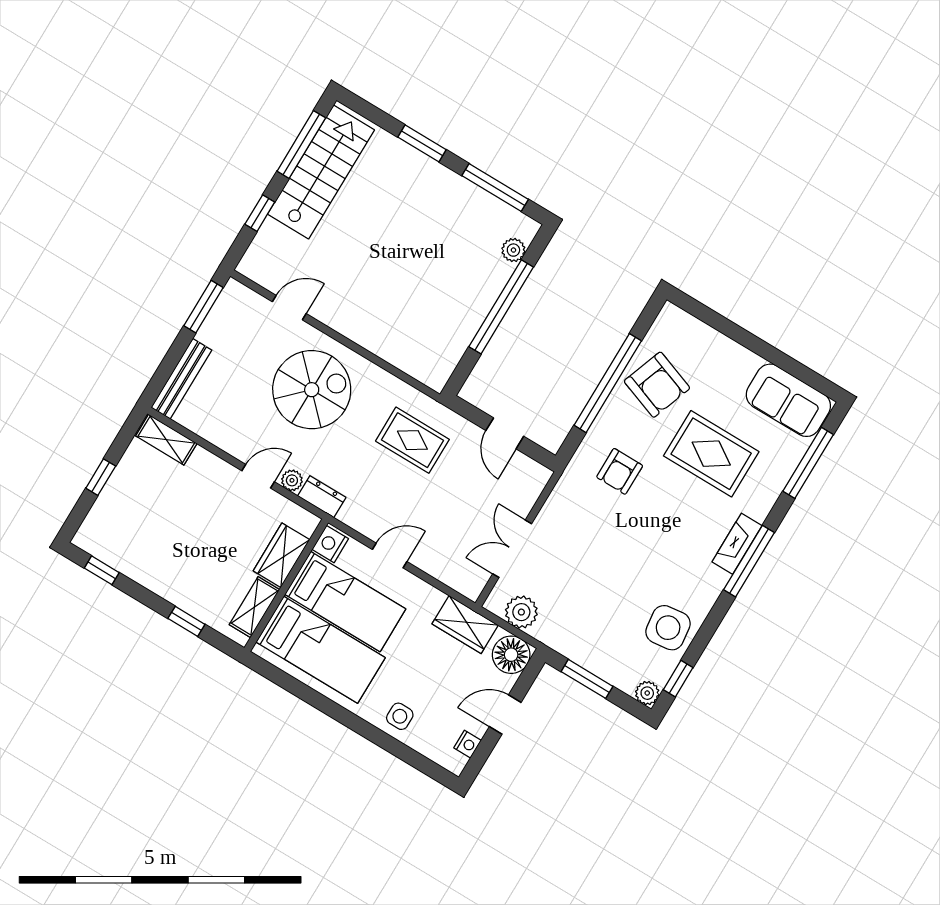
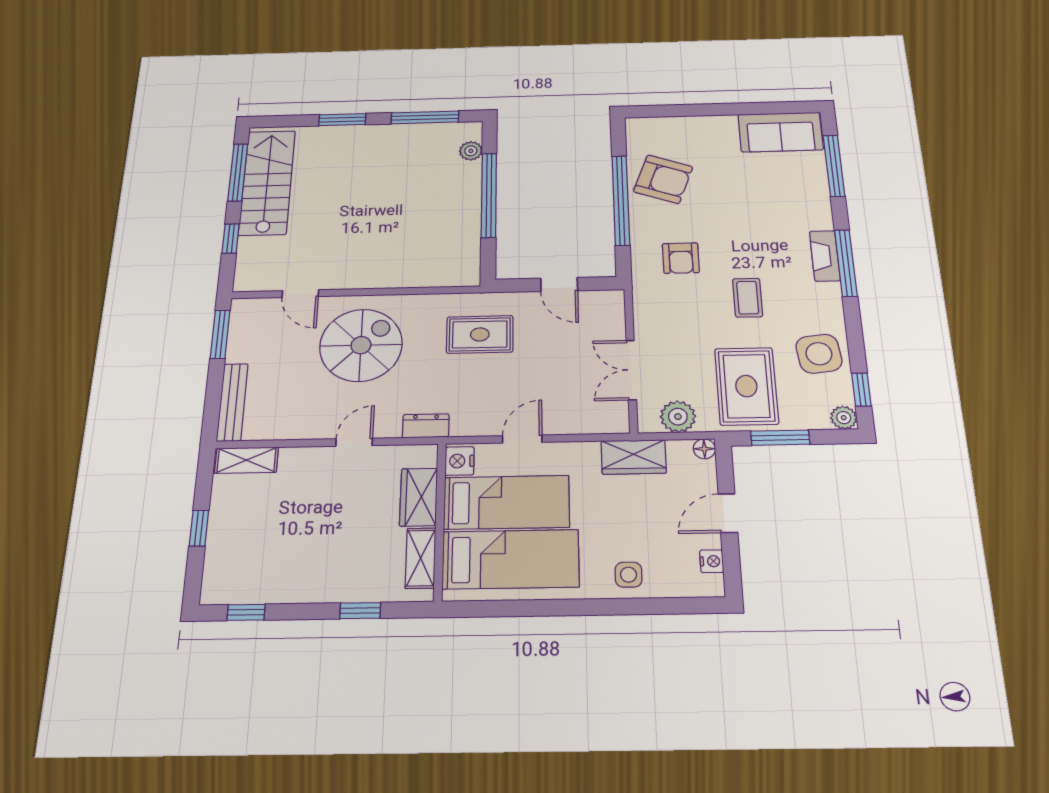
door: (289, 308) -> (300, 294), swing flipped
rug: (711, 454) -> (746, 386), moved, turned 90
plant: (292, 480) -> (389, 428), removed
coffee table: (648, 542) -> (748, 298), added
floor lamp: (511, 655) -> (704, 449), width x0.53, depth x0.53

